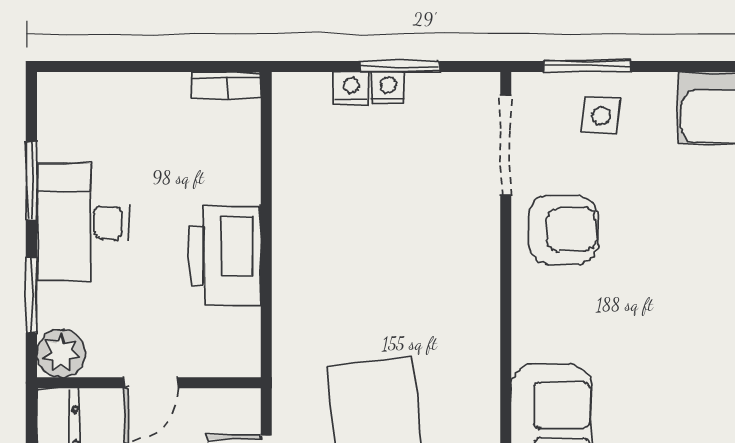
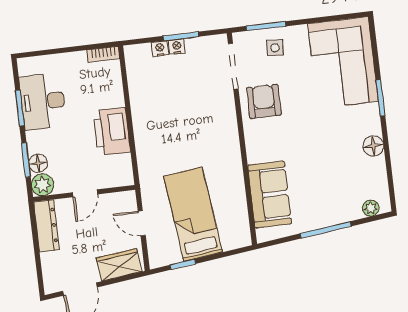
desk: (83, 223) -> (43, 101), moved
armchair: (563, 230) -> (264, 101), turned -90
floor lamp: (57, 305) -> (38, 163), added

